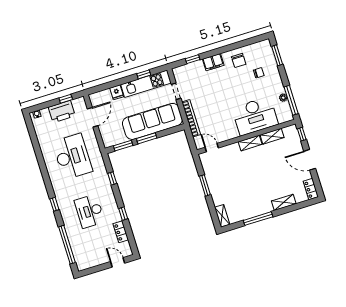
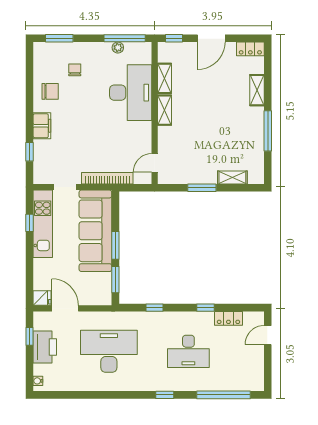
fridge: (117, 92) -> (42, 298), moved
shelving: (222, 216) -> (232, 177), moved

